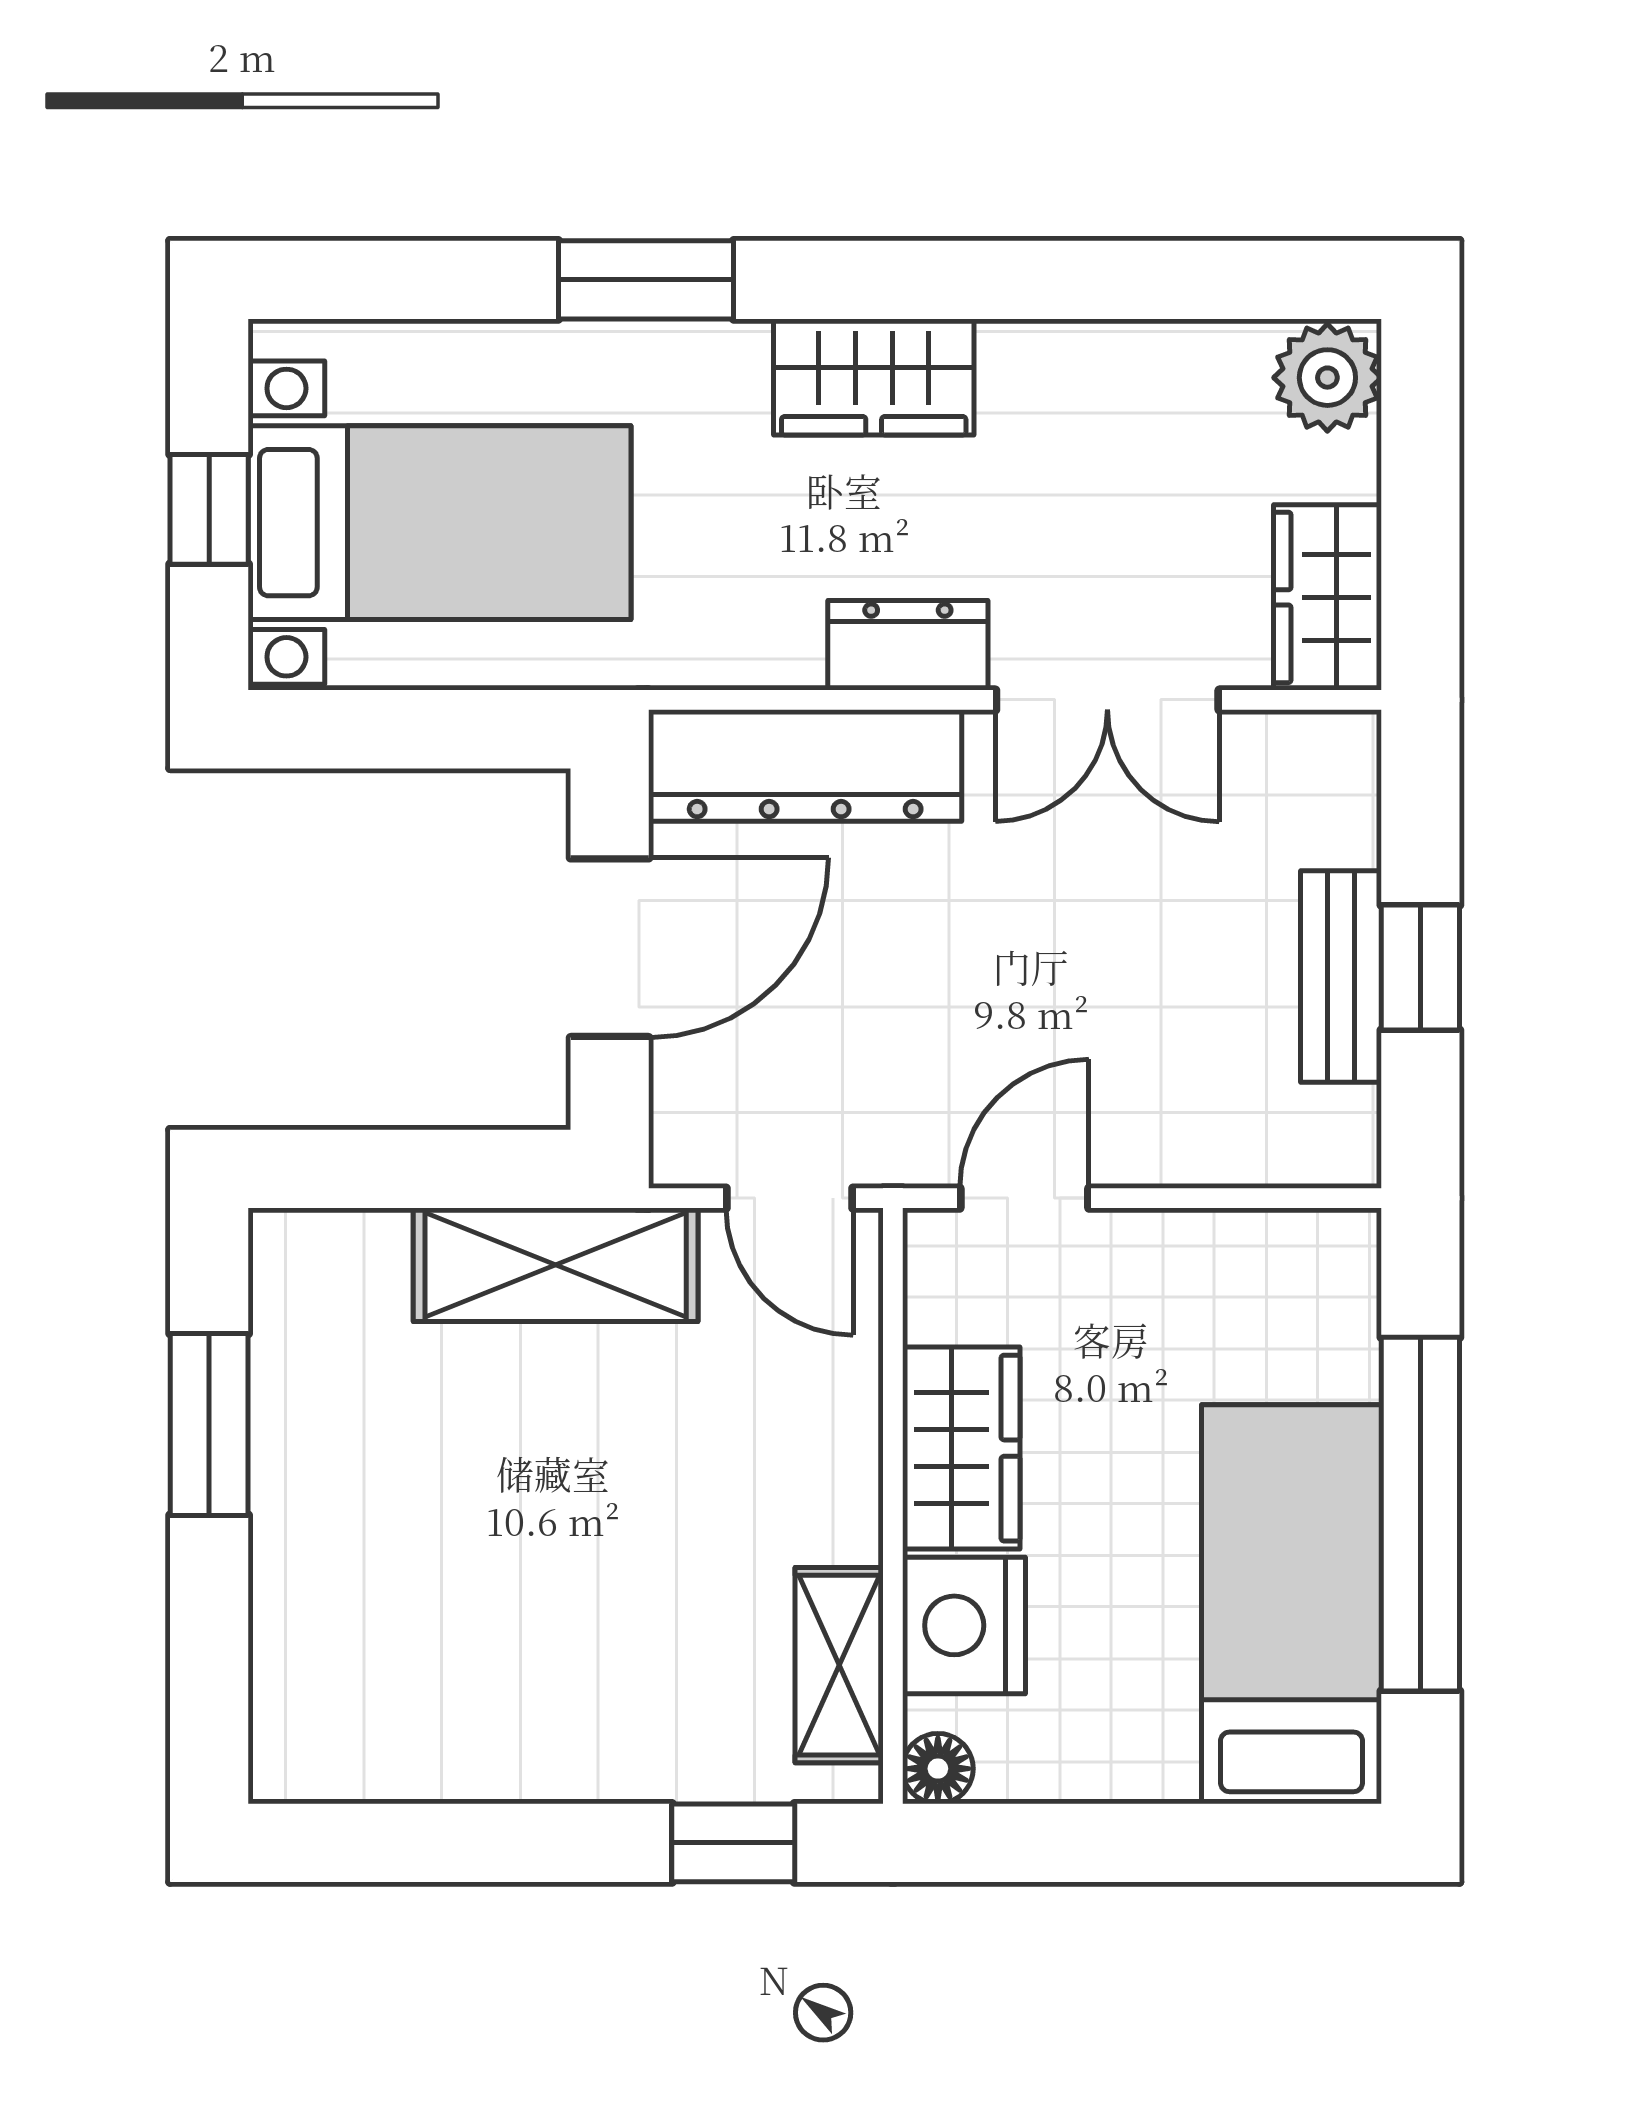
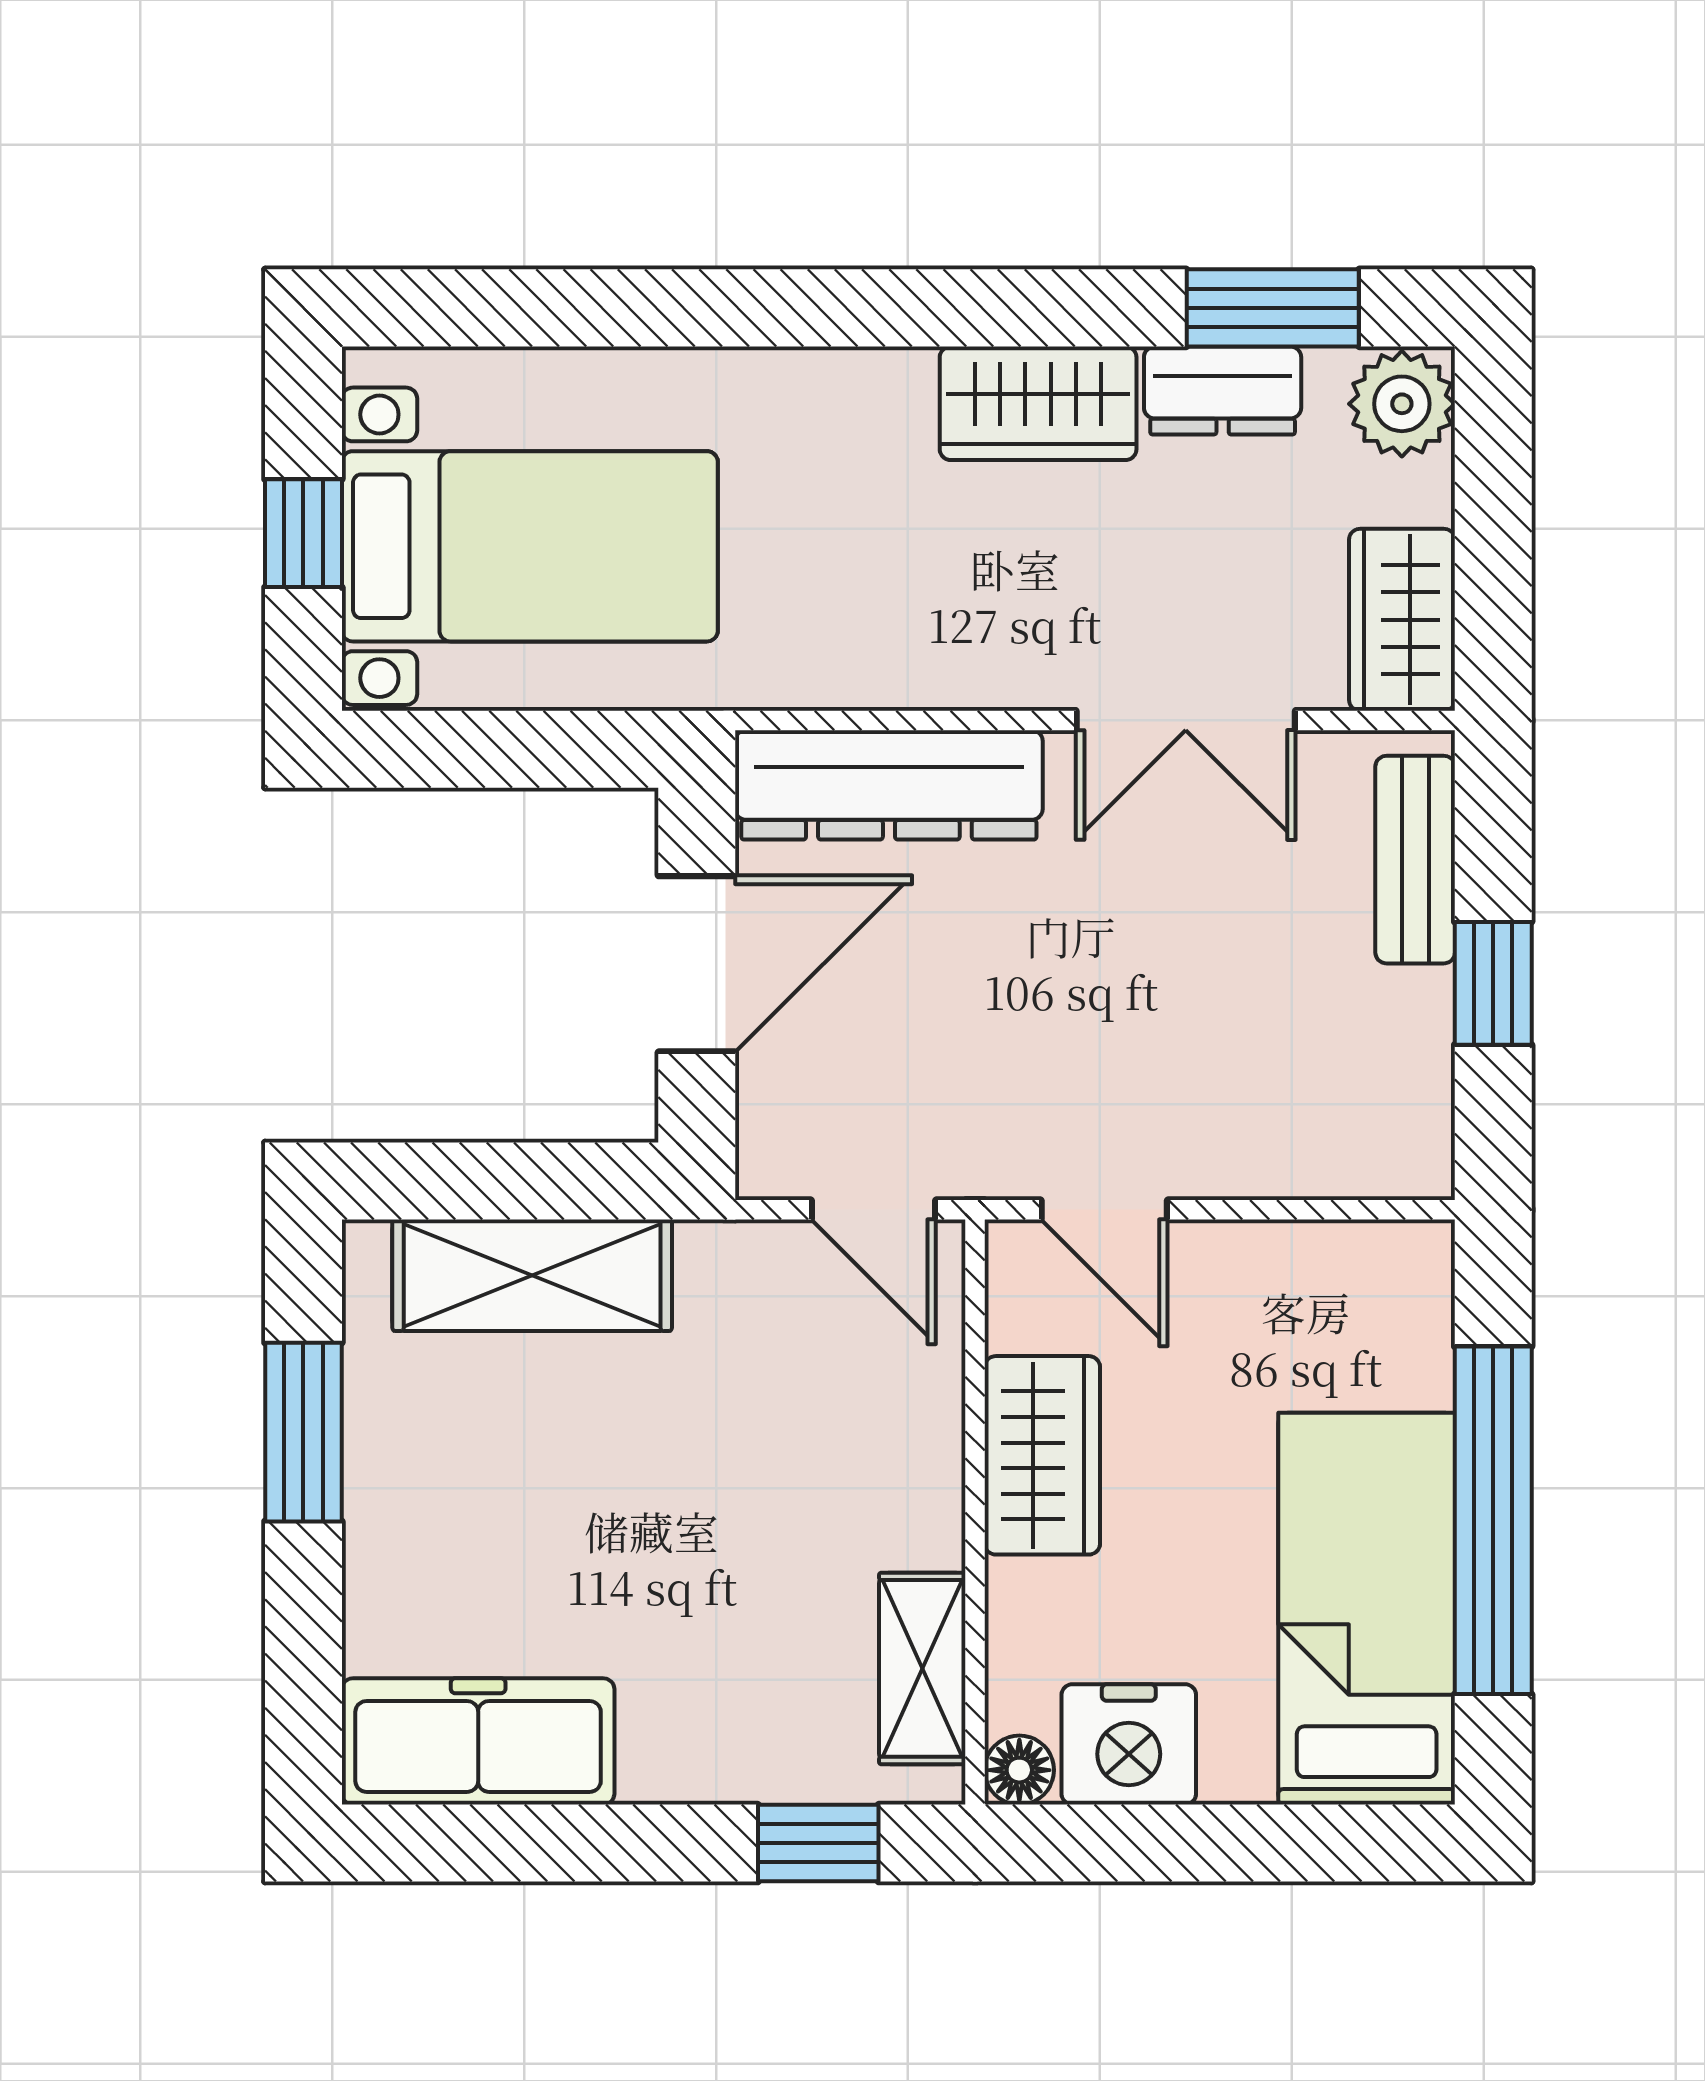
window: (646, 280) -> (1273, 308), moved
wardrobe: (874, 377) -> (1038, 403), moved
dresser: (908, 645) -> (1223, 390), moved, turned 180
bench: (1341, 976) -> (1415, 860), moved
door: (1024, 1198) -> (1104, 1210), swing flipped
shelving: (556, 1265) -> (532, 1275), moved
nightstand: (964, 1625) -> (1129, 1744), moved, turned -90
freezer: (387, 1739) -> (478, 1741), added

